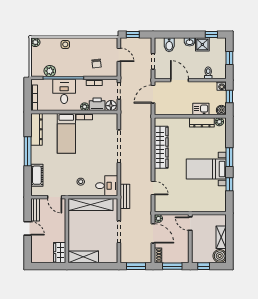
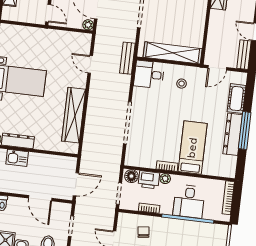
plant: (50, 71) -> (204, 230), removed
dresser: (37, 129) -> (233, 134), moved
door: (55, 197) -> (217, 68), swing flipped

